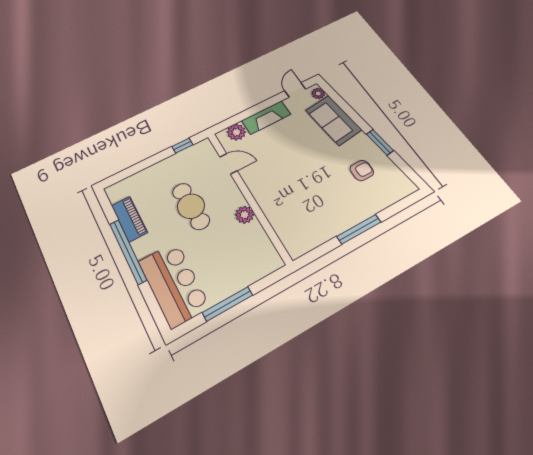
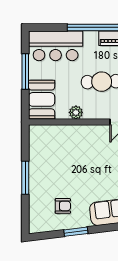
armchair: (362, 171) -> (63, 206), turned -90
booth: (252, 263) -> (42, 99), added

